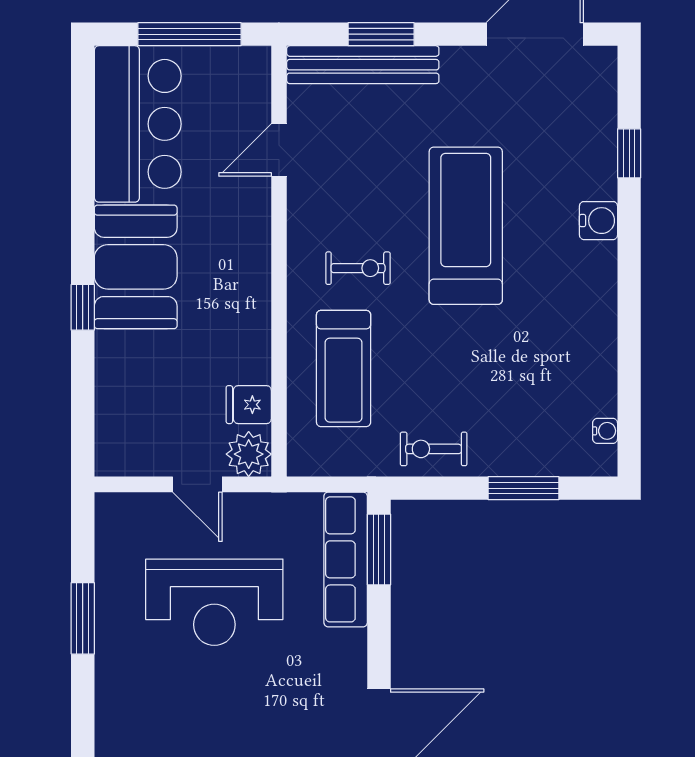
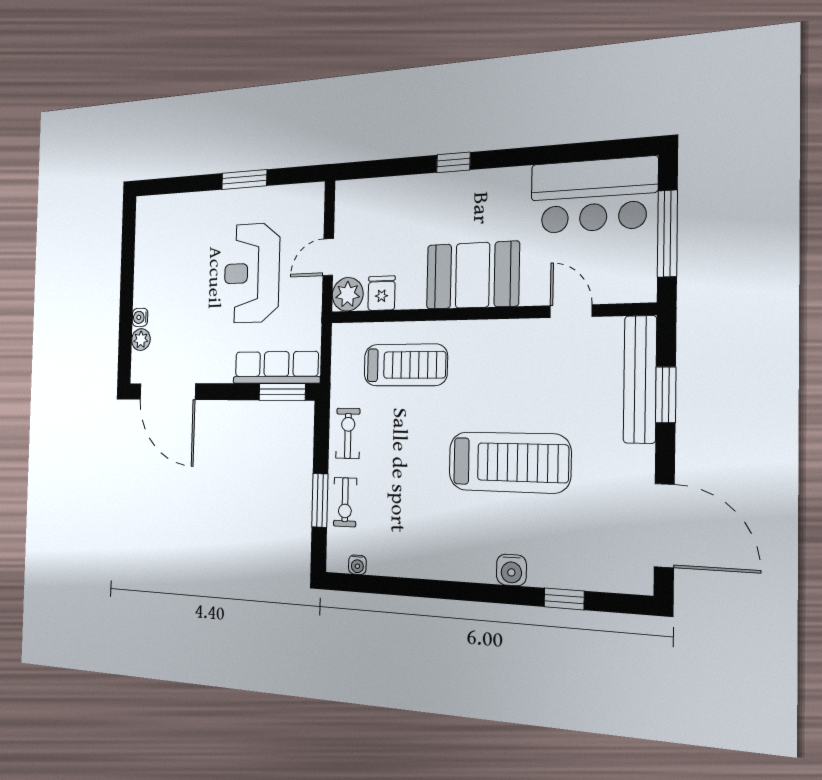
booth: (136, 267) -> (473, 275), moved
exercise bike: (358, 268) -> (345, 502), moved
treadmill: (344, 368) -> (405, 365), turned 180

